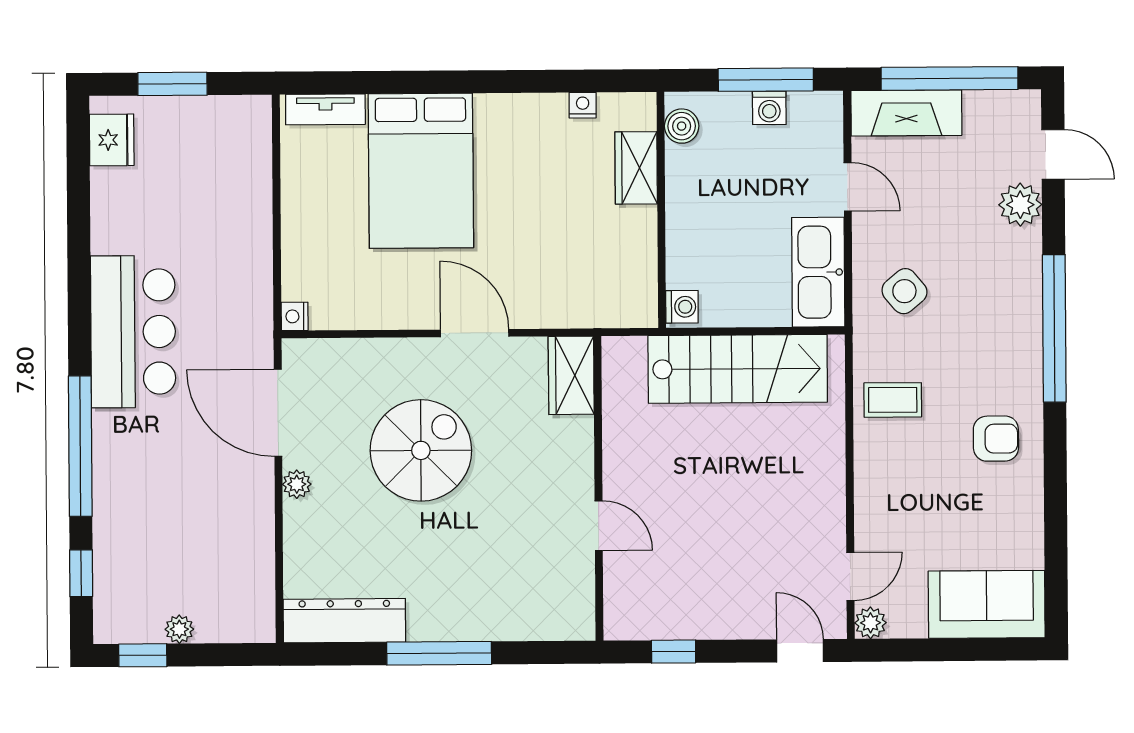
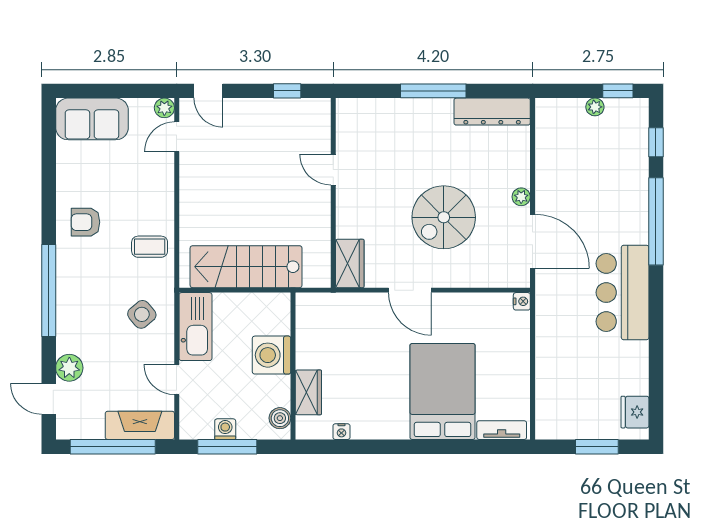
washing machine: (682, 307) -> (272, 355), moved, width x1.89, depth x1.89

